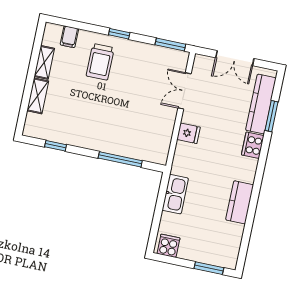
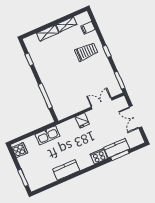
trolley: (100, 62) -> (86, 52), turned 180
kitchen counter: (261, 104) -> (117, 148), width x0.67

